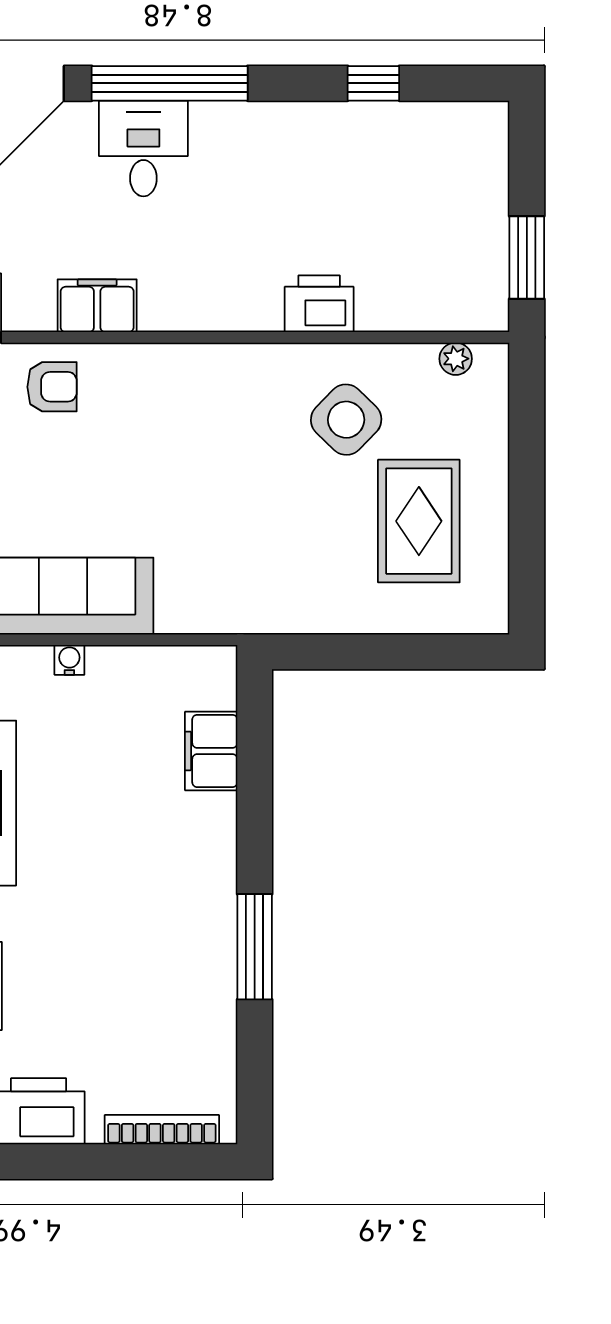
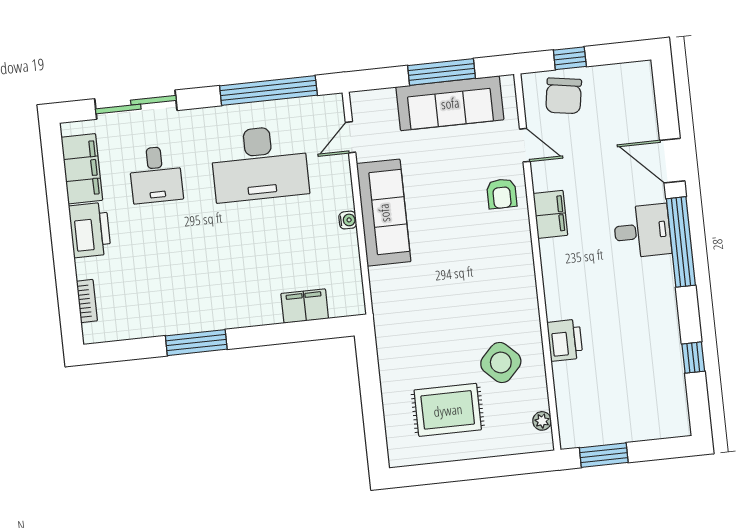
bookcase: (162, 1130) -> (87, 301), width x0.64

